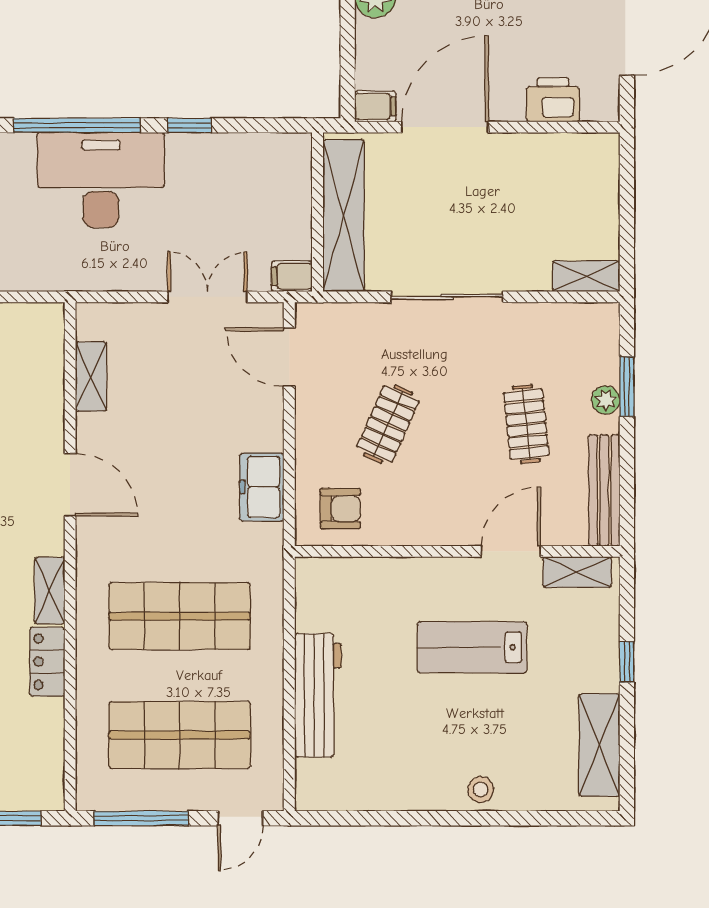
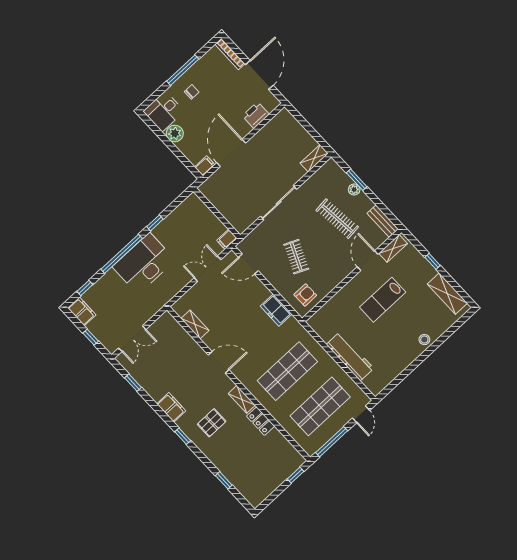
shelving: (344, 216) -> (226, 207), removed
clothes rail: (526, 424) -> (337, 219), width x1.36
bench: (604, 490) -> (383, 221), width x0.73

